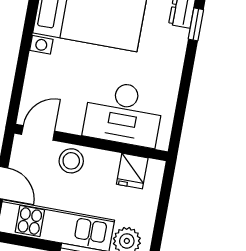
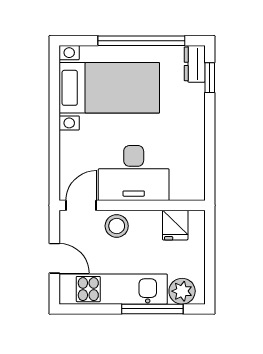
desk: (123, 114) -> (134, 173), moved

